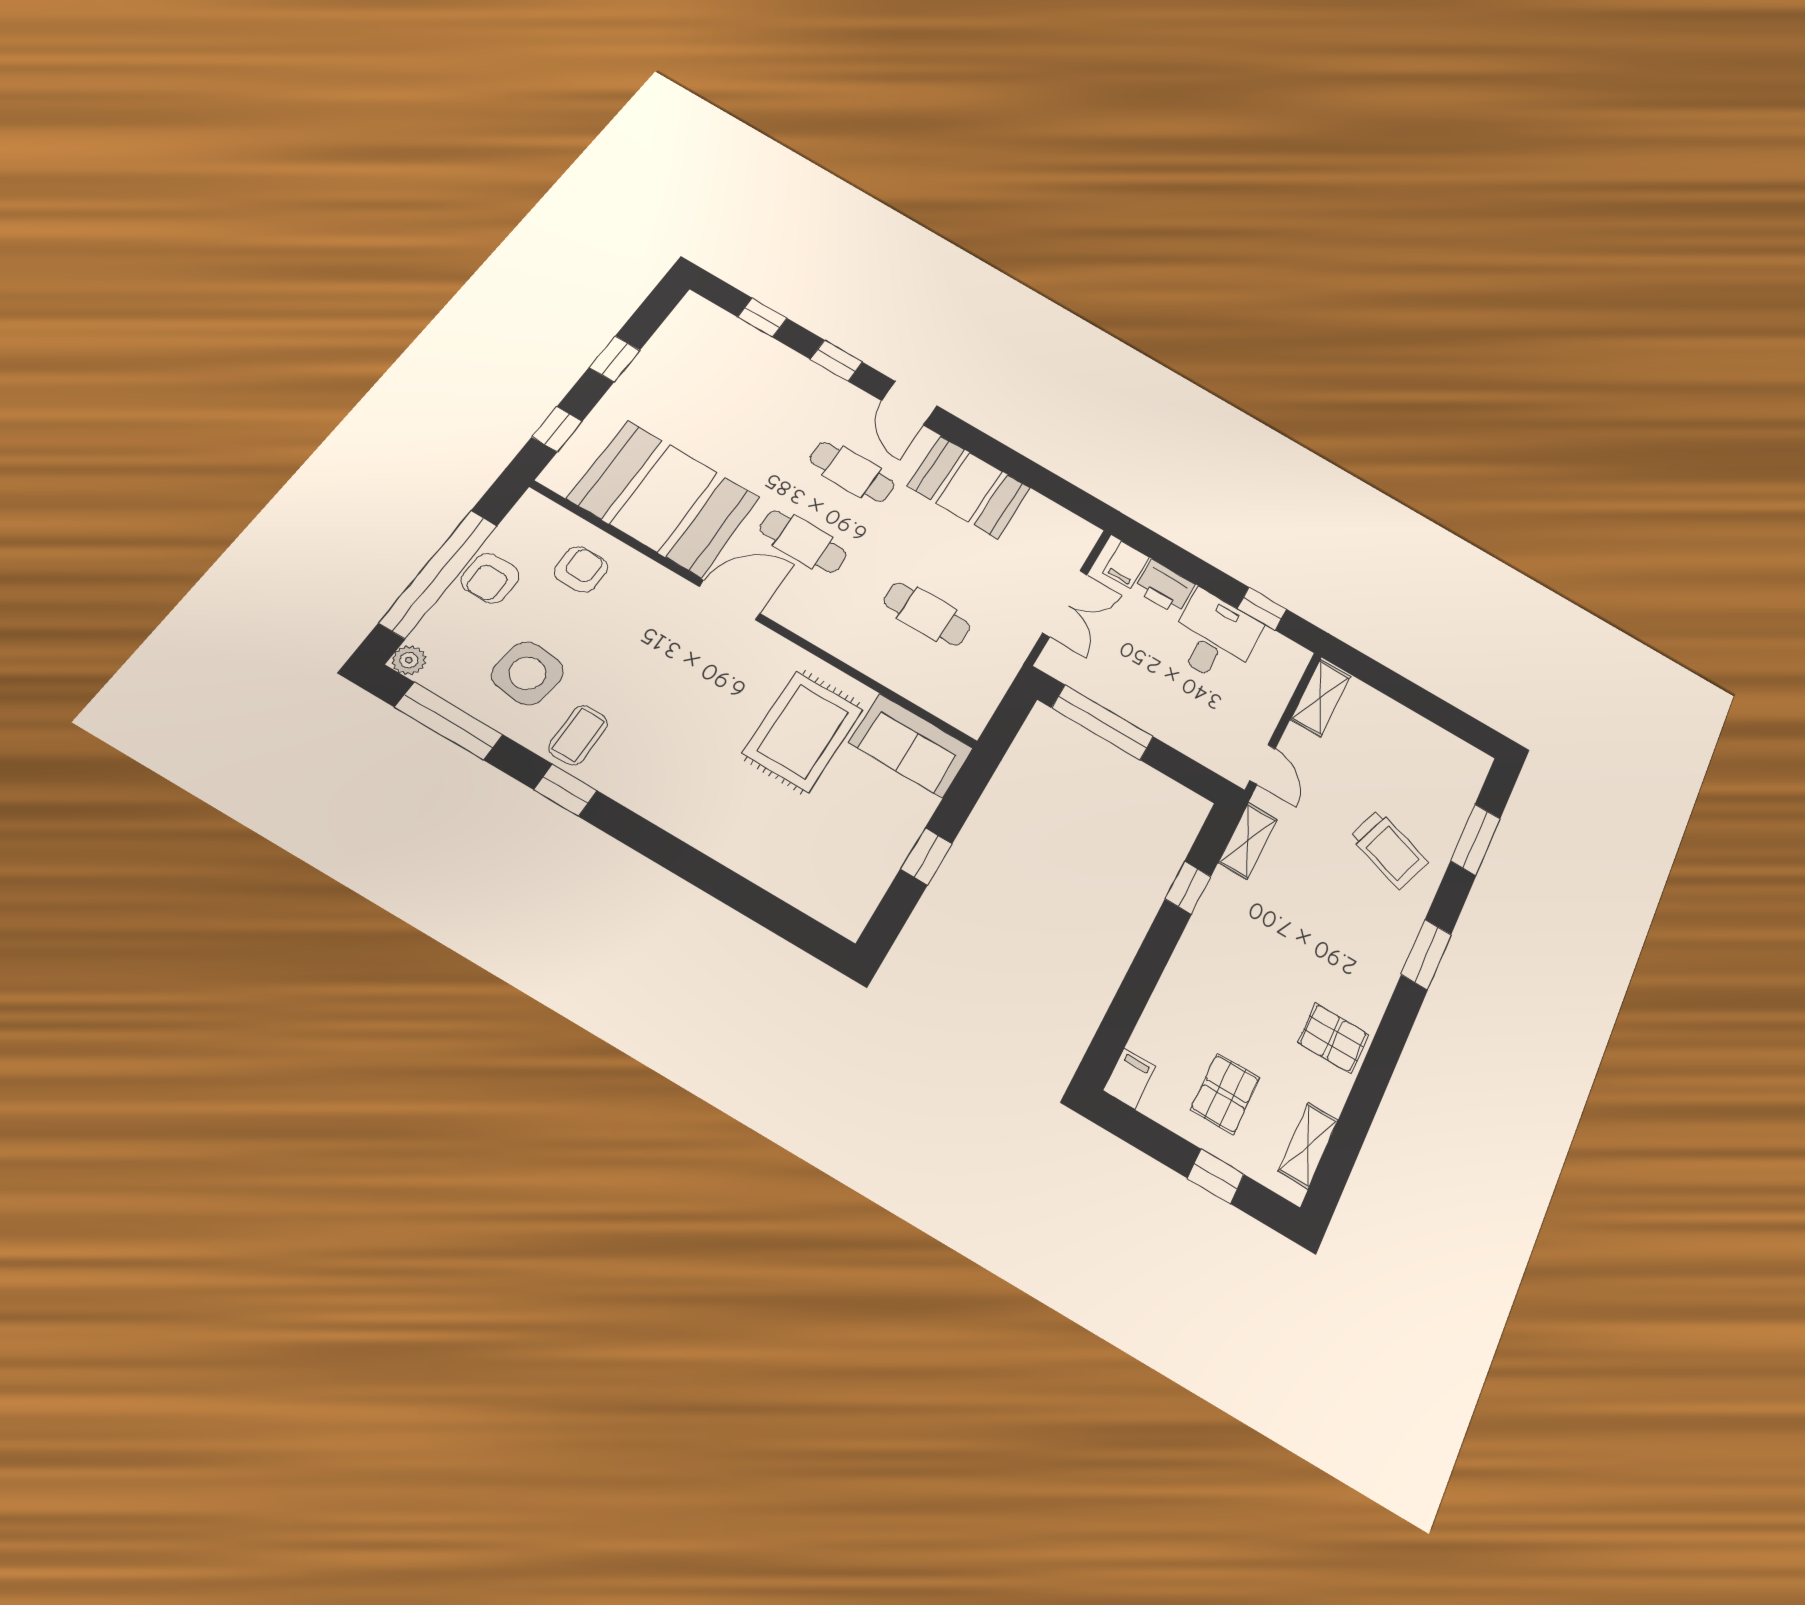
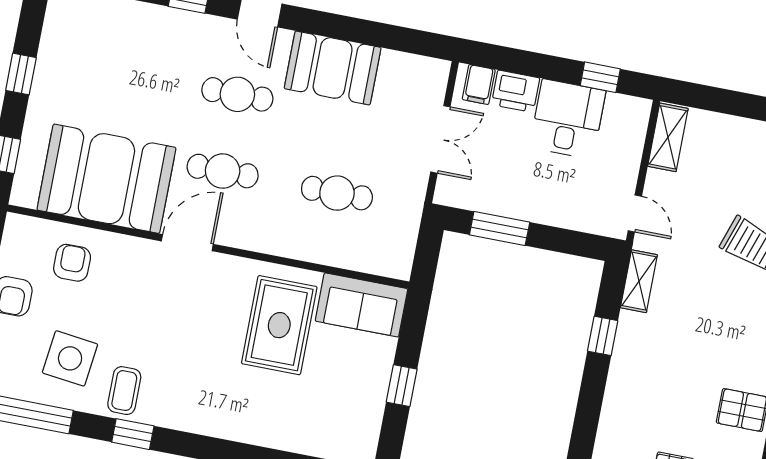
window: (1102, 722) -> (500, 228), width x0.69

